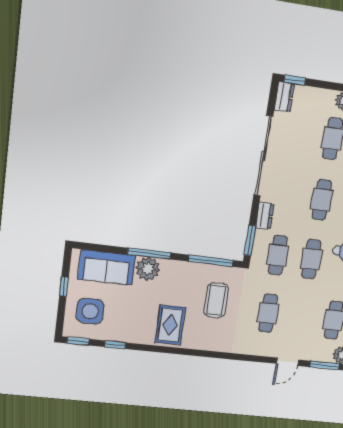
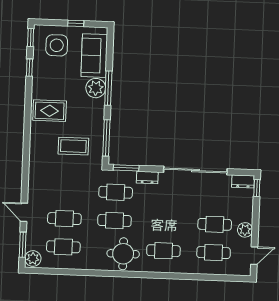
cafe table: (322, 200) -> (165, 222), removed
cafe table: (268, 313) -> (64, 219), moved

